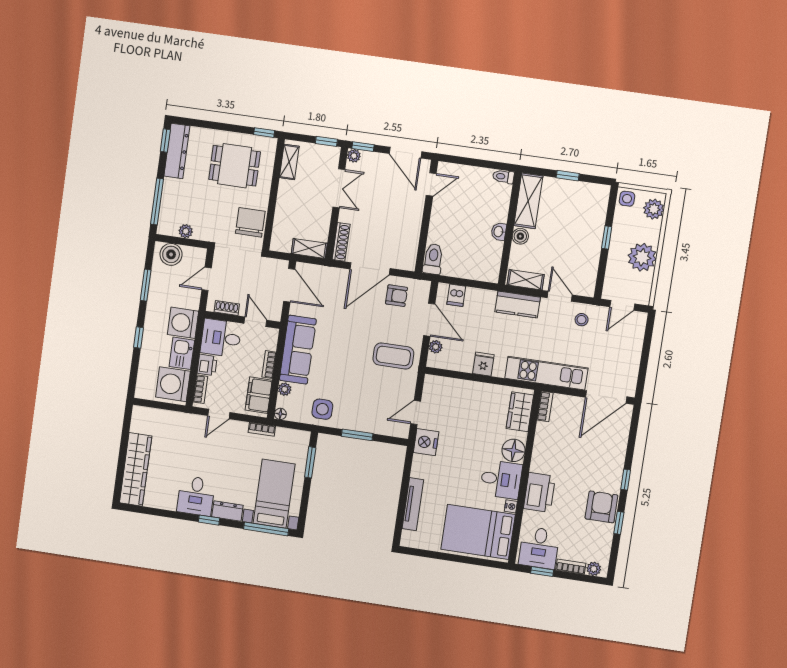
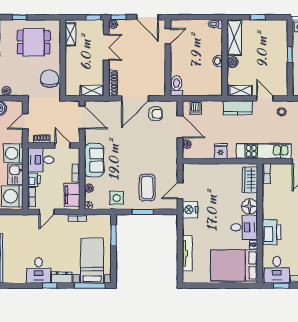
window: (264, 133) -> (19, 17), moved
sofa: (298, 350) -> (94, 160), width x0.73
coffee table: (393, 356) -> (147, 188), moved, turned 90

